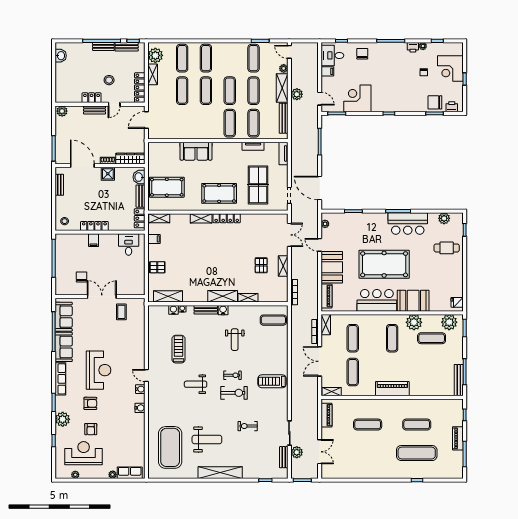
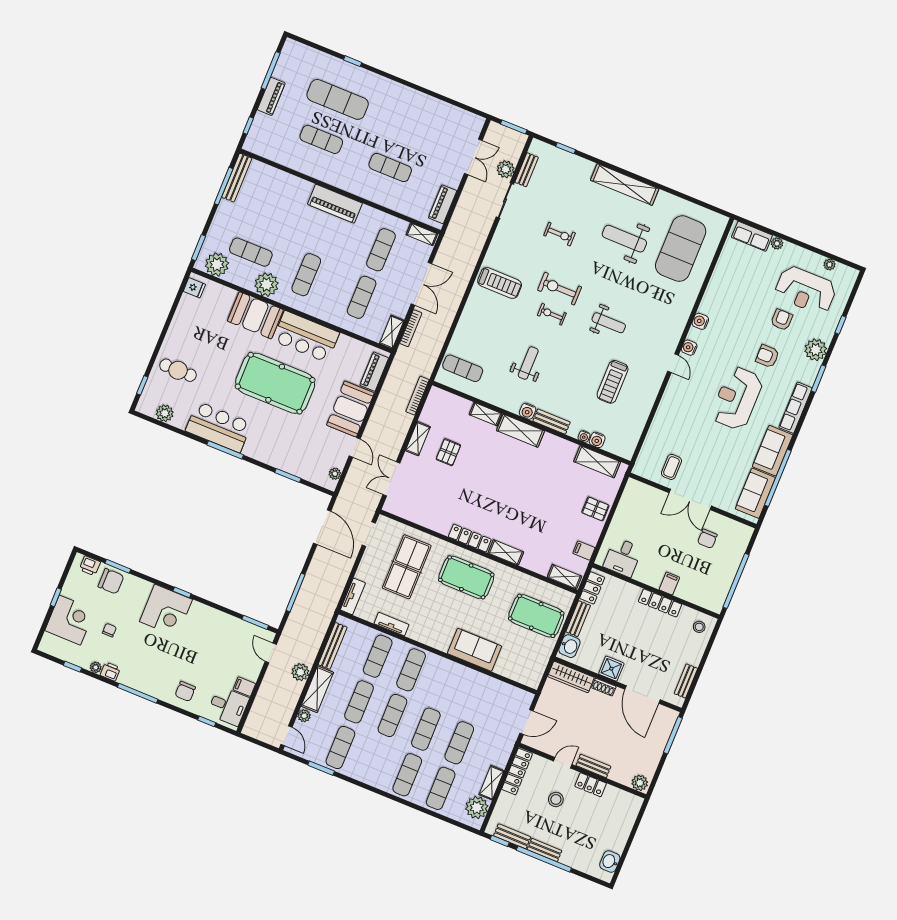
corner desk: (357, 98) -> (166, 610), moved
double door: (320, 452) -> (473, 157), swing flipped

